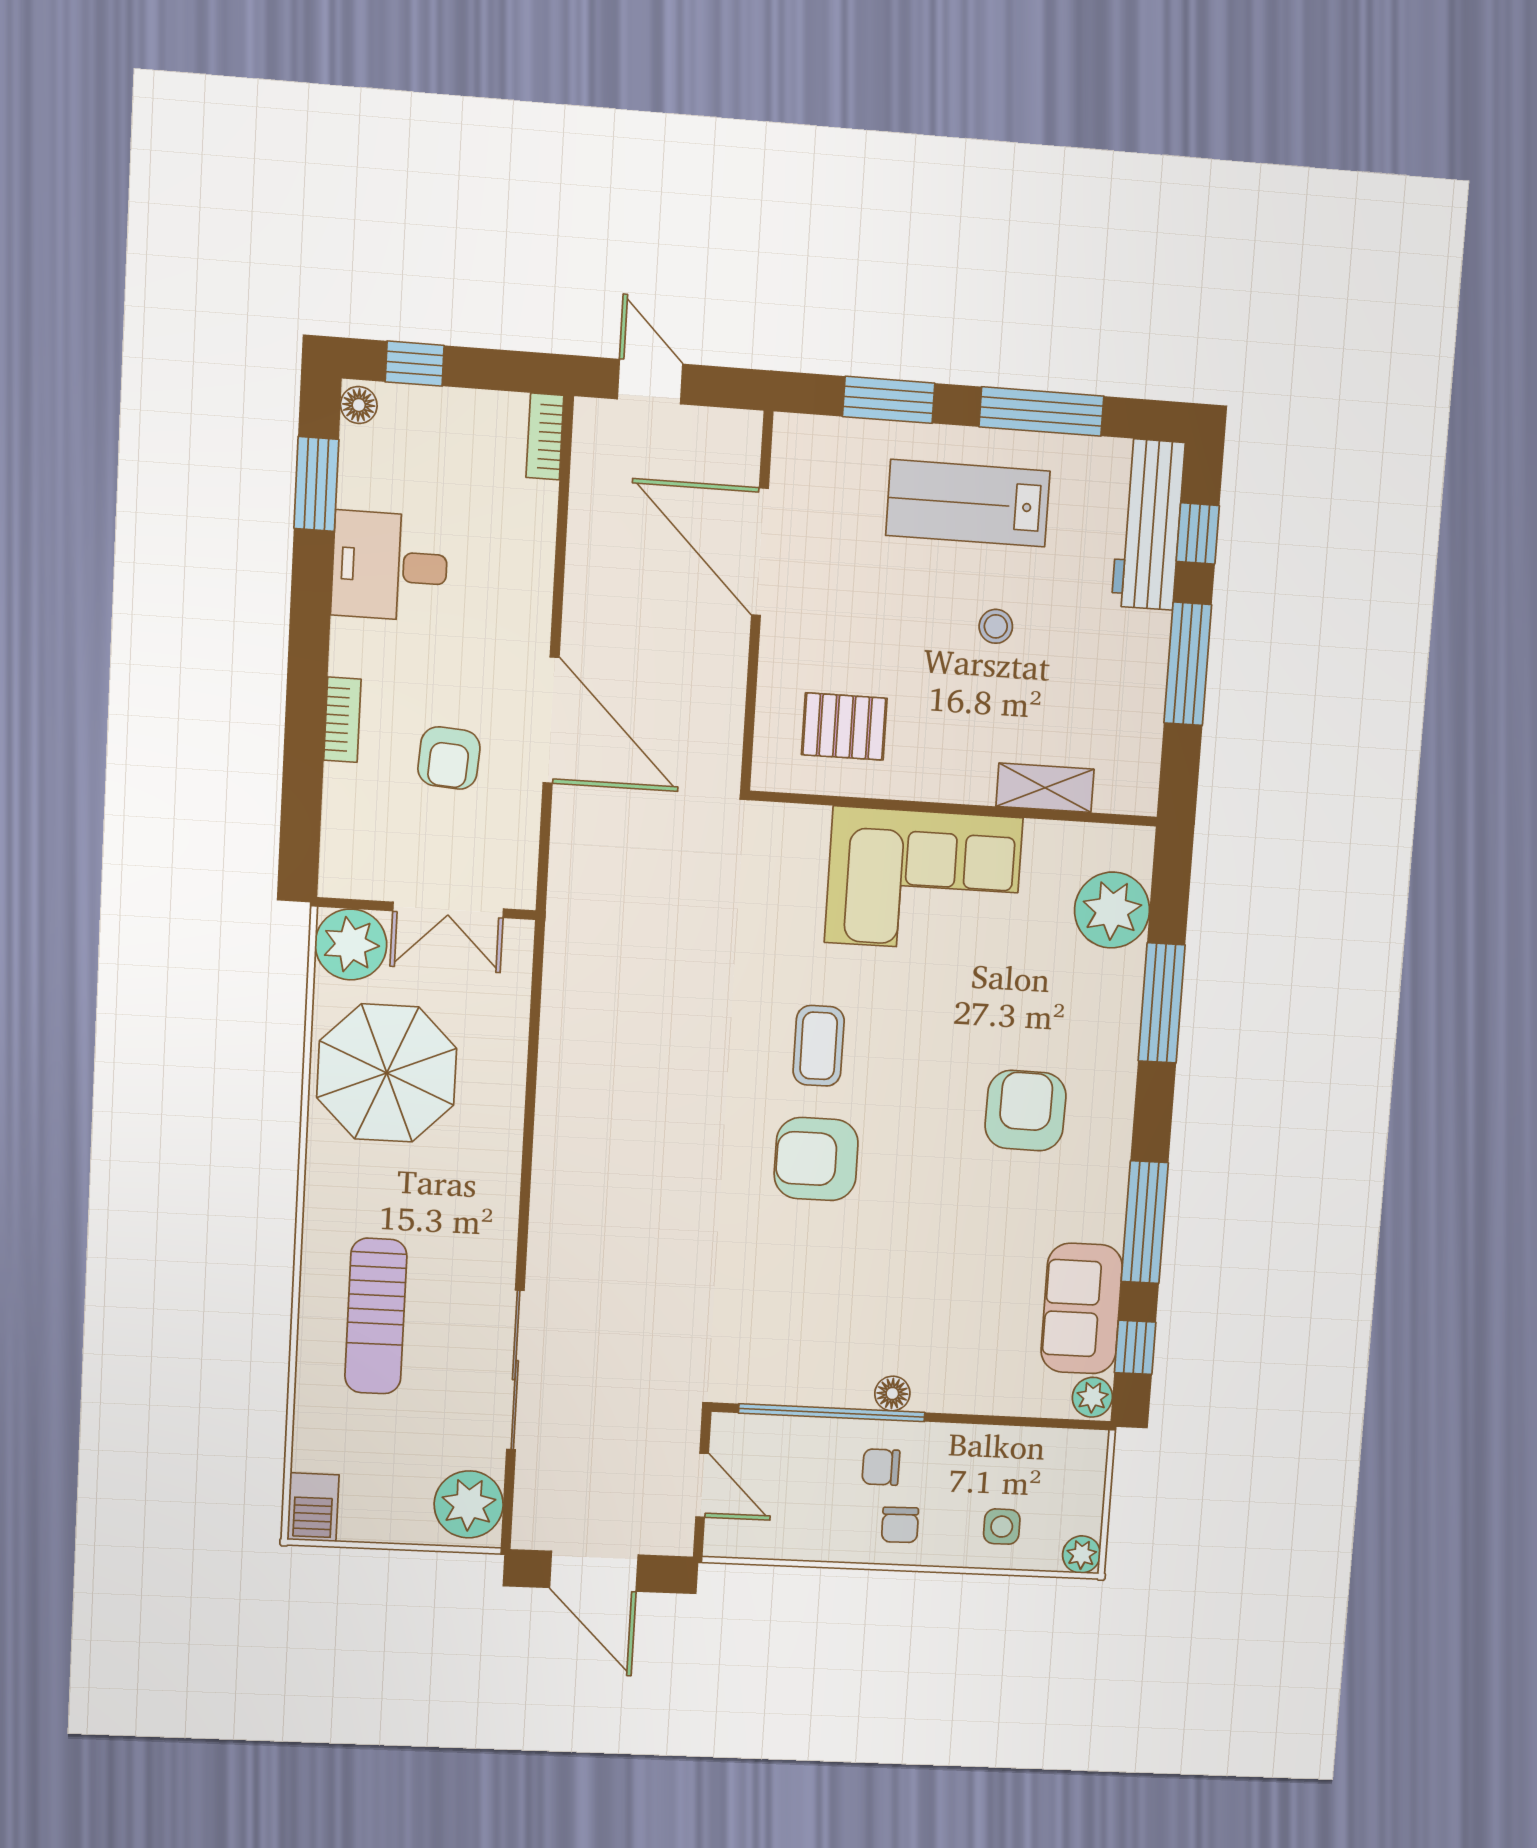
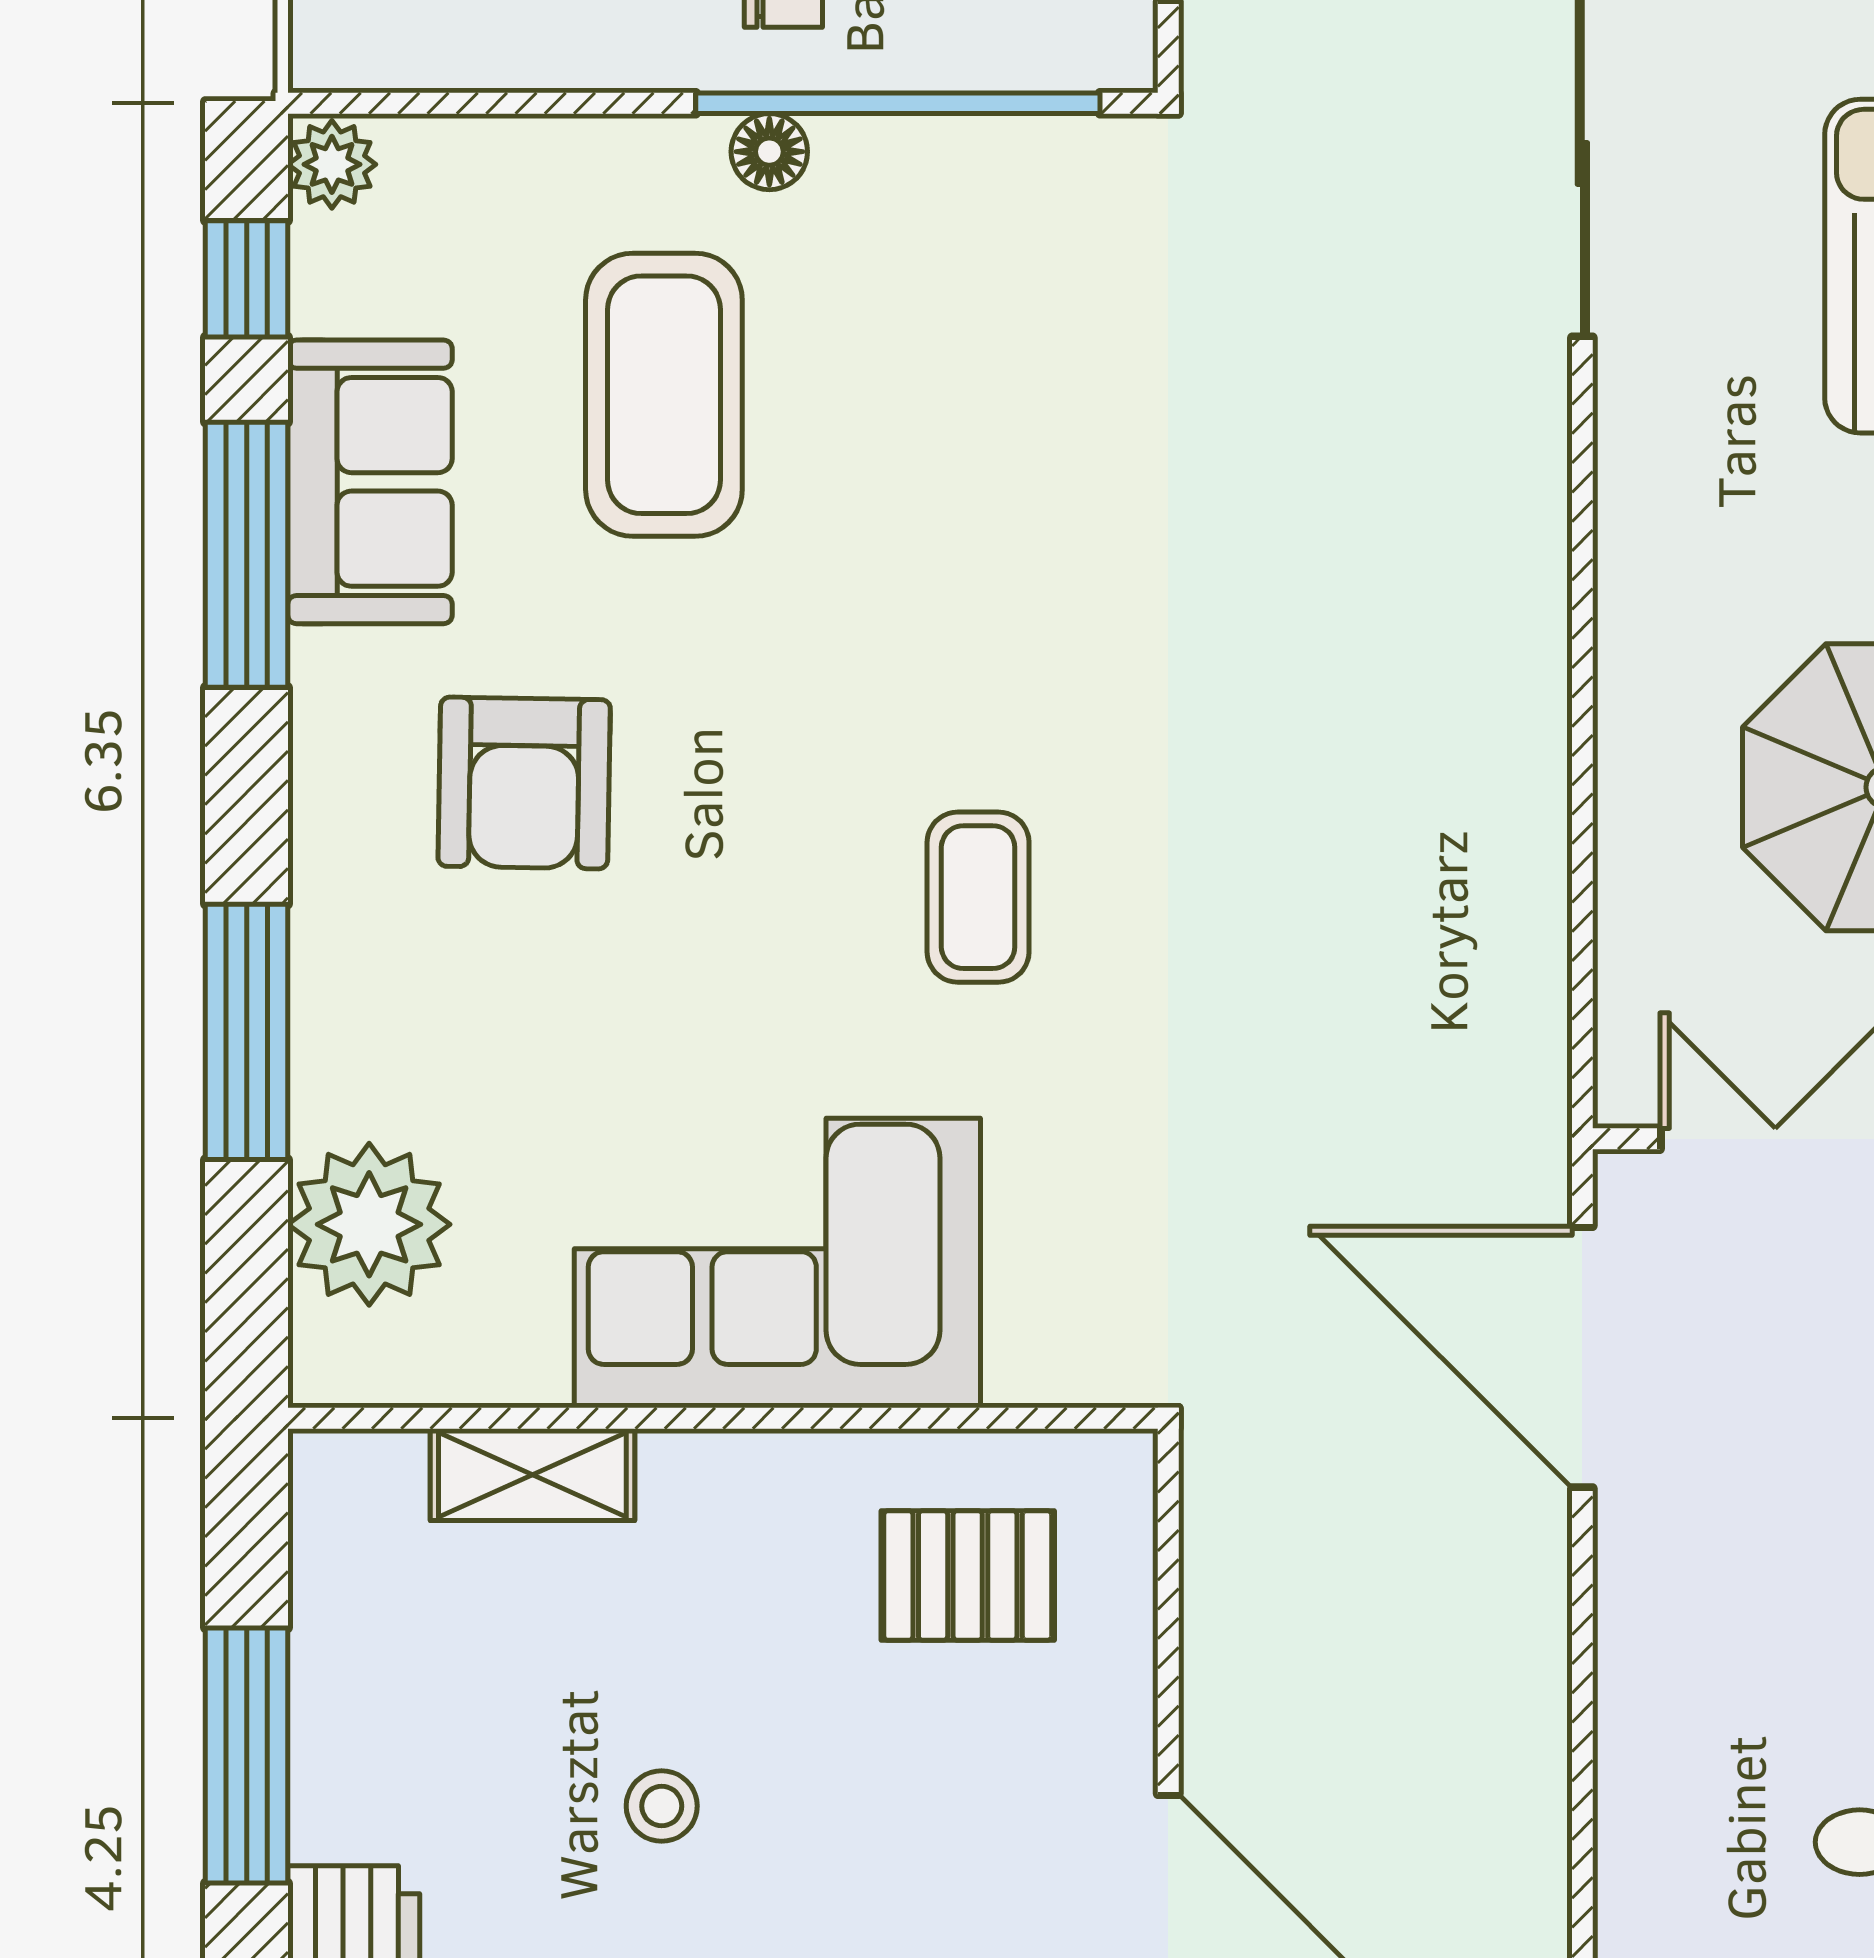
door: (551, 720) -> (1582, 1357), moved
armchair: (449, 758) -> (1790, 1456), removed
armchair: (816, 1159) -> (968, 654), removed
coffee table: (948, 1285) -> (664, 395), added
sofa: (1082, 1309) -> (370, 482), moved

